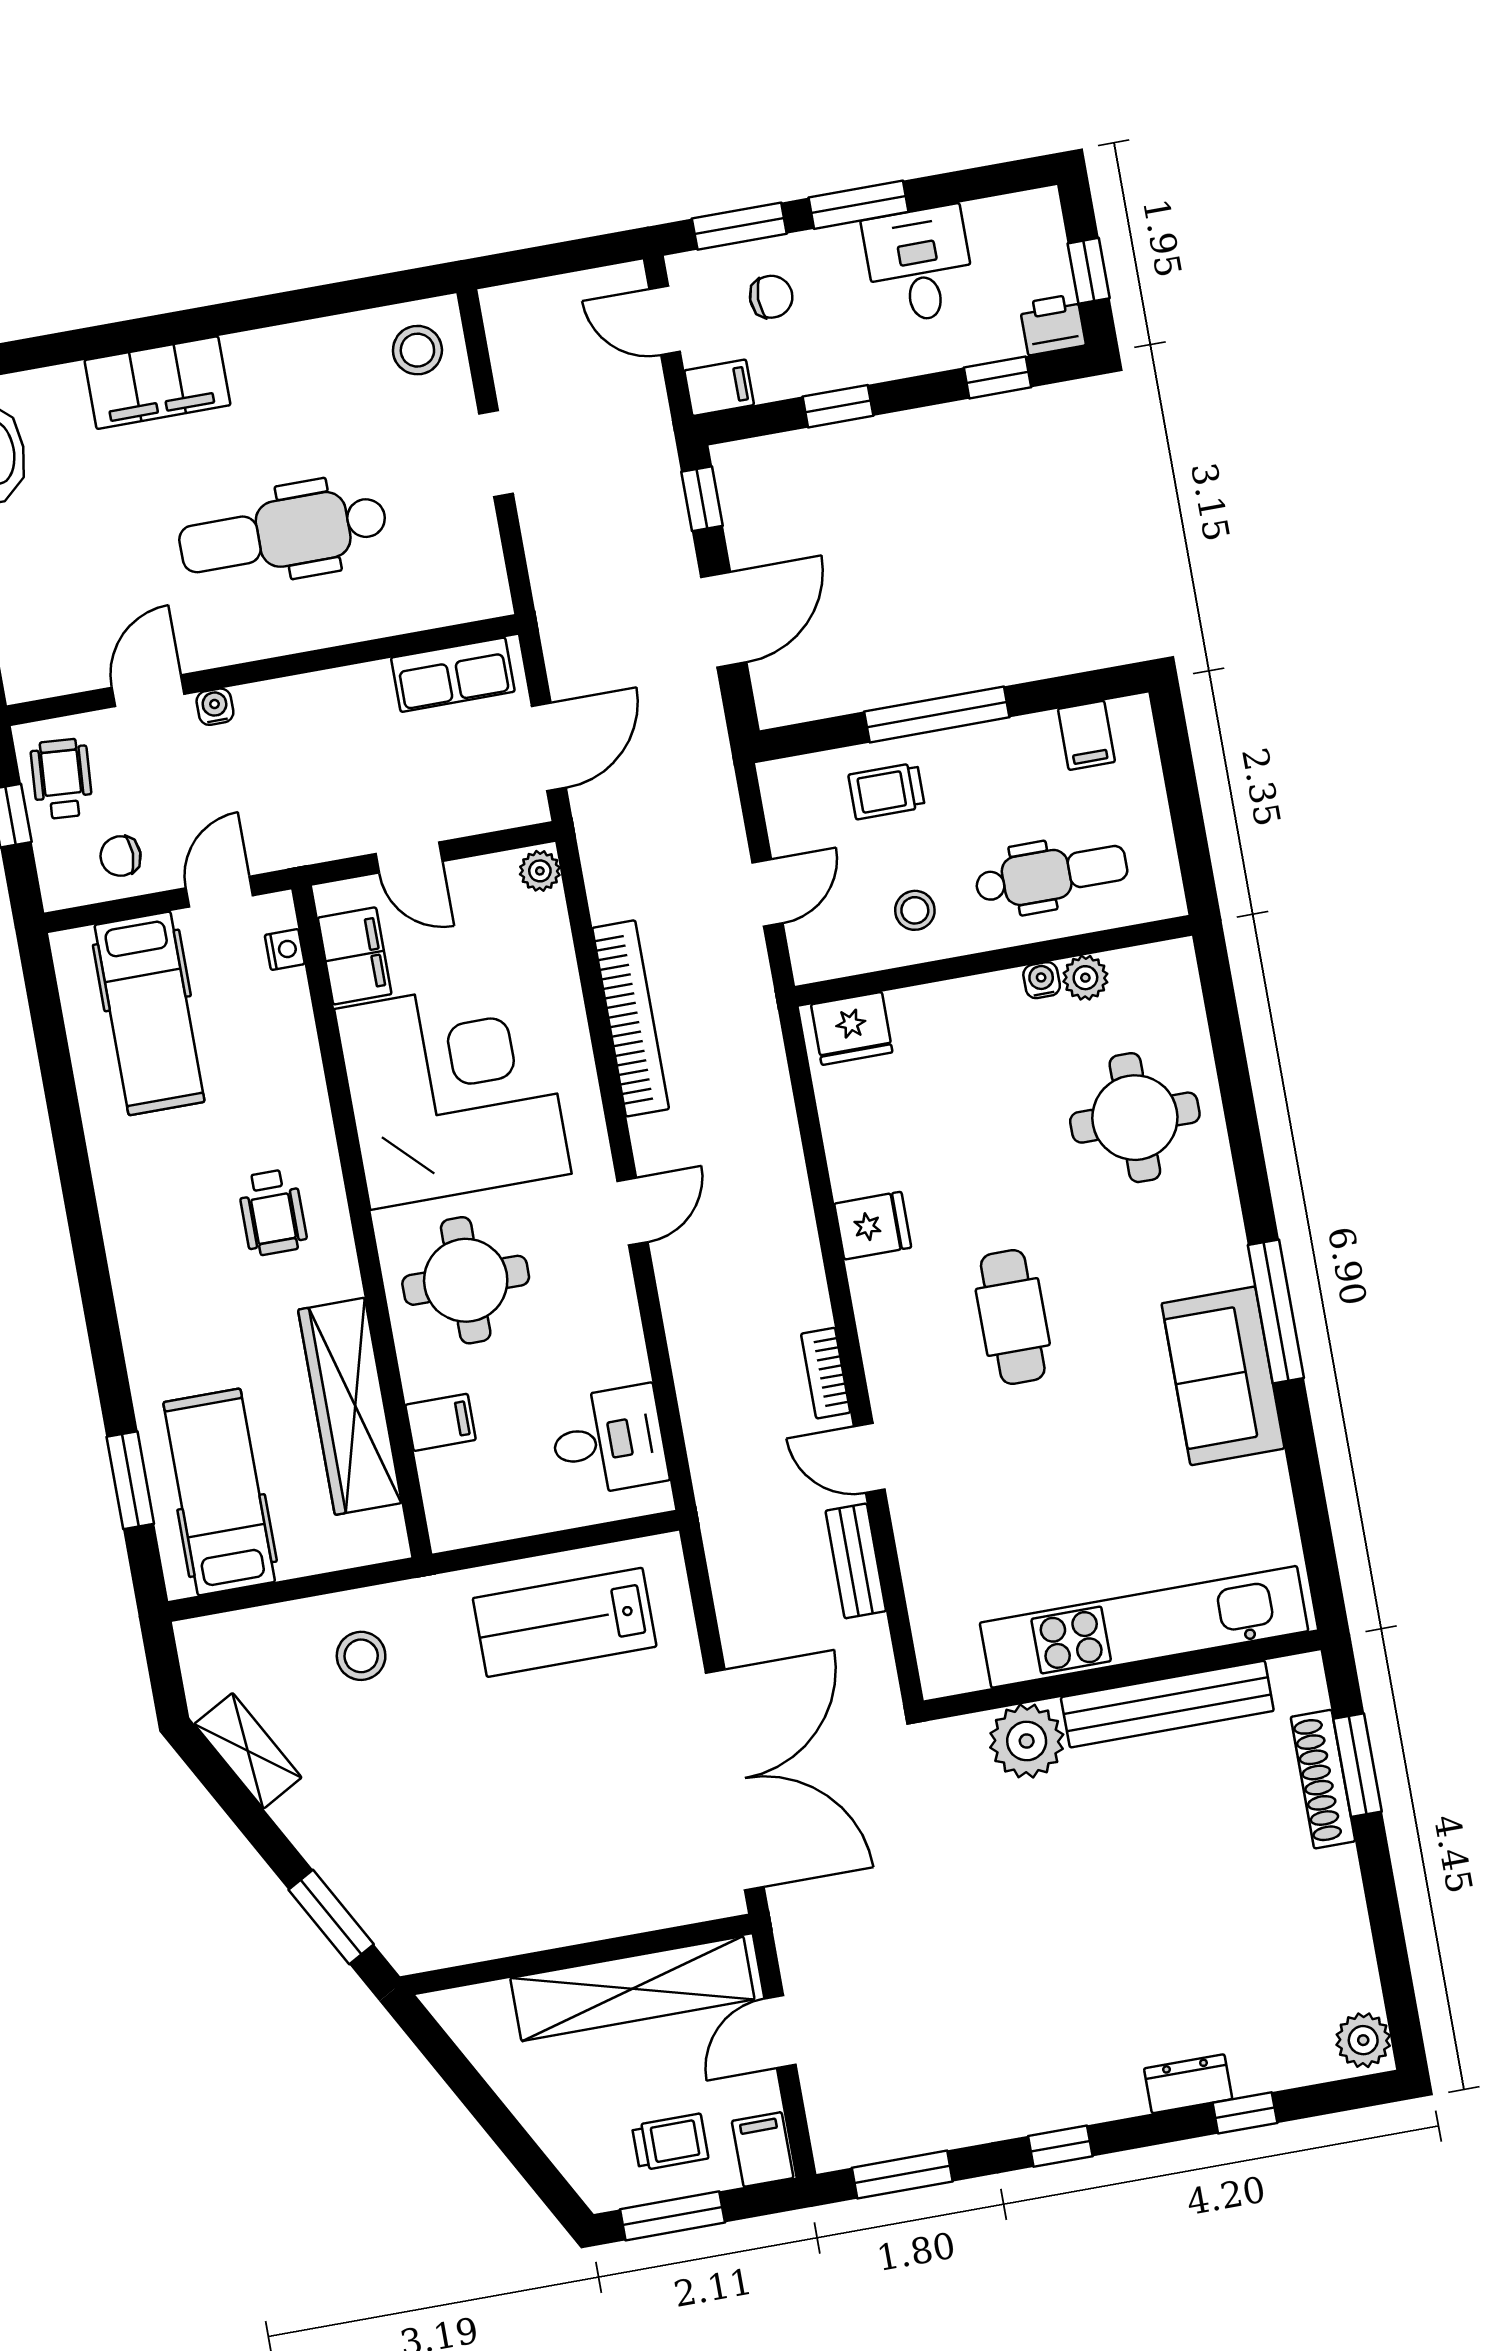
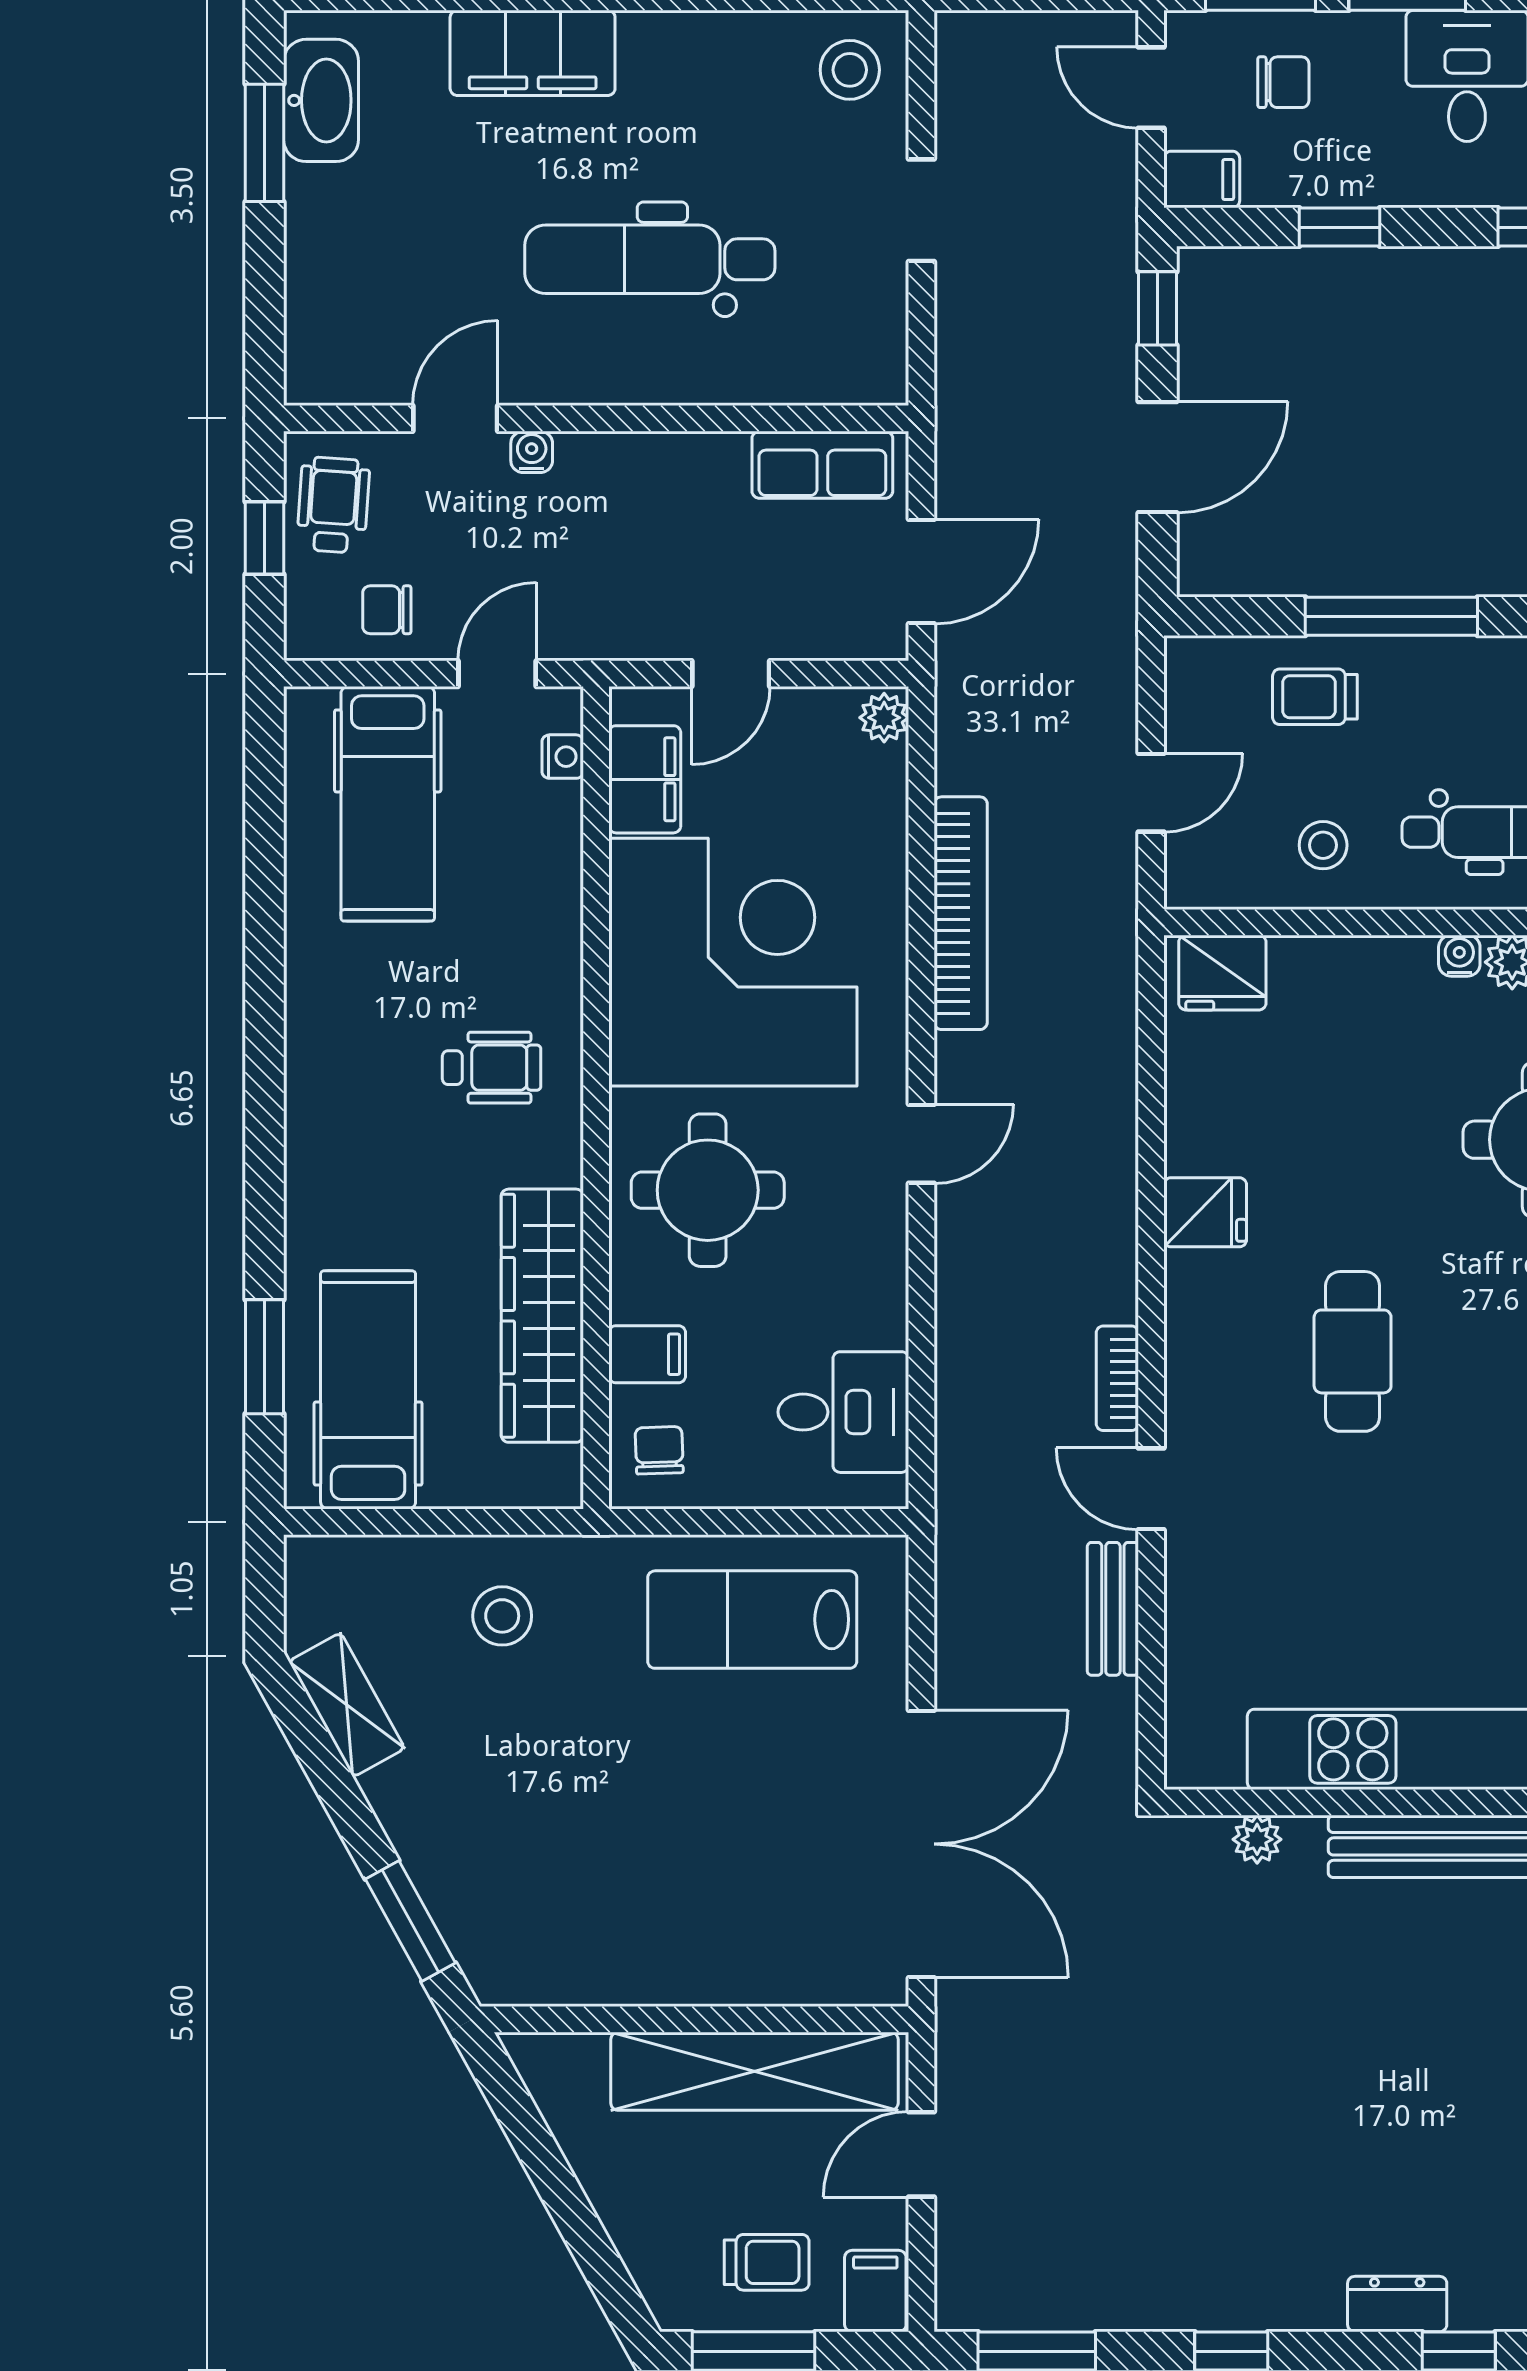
door: (409, 858) -> (731, 674), hinge flipped
wheelchair: (272, 1212) -> (492, 1068), turned -90
chair: (464, 1498) -> (659, 1450), added
plant: (1027, 1741) -> (1257, 1839), width x0.53, depth x0.53

